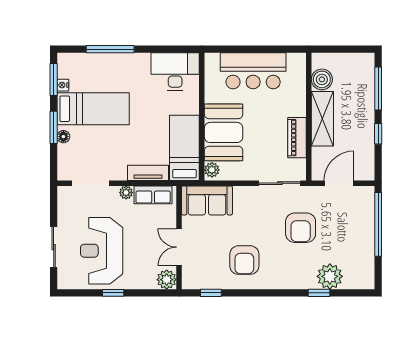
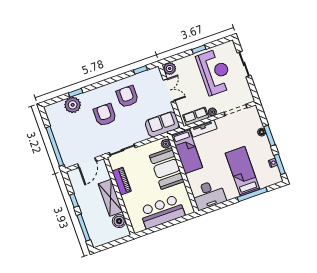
bed: (93, 109) -> (243, 171), moved, turned 90
armchair: (301, 228) -> (105, 115), moved

